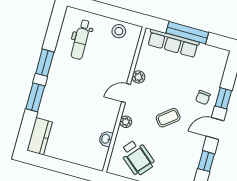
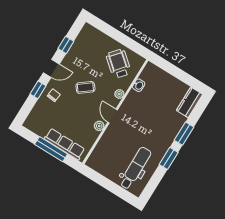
stool: (119, 31) -> (104, 166), removed
dental chair: (81, 40) -> (135, 168), width x1.36, depth x1.38
door: (126, 93) -> (113, 116), swing flipped

